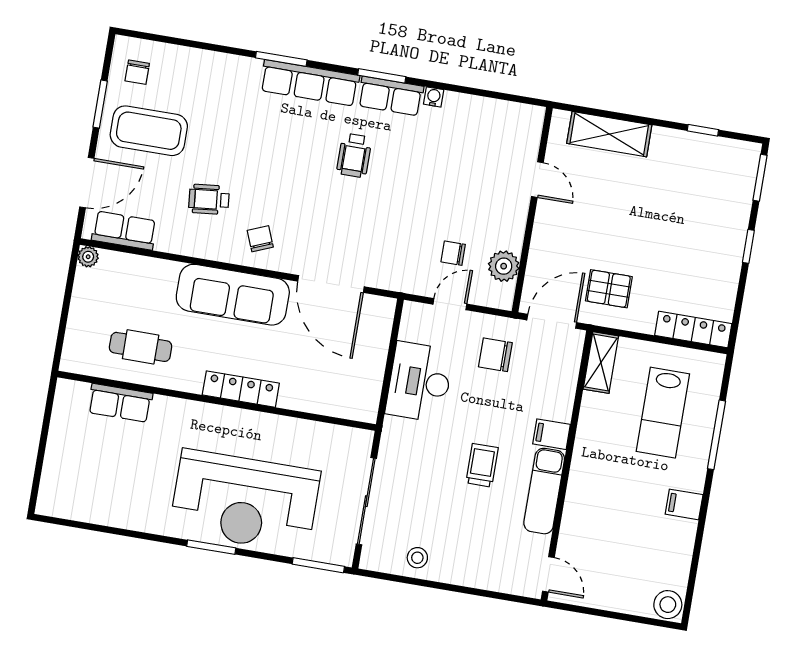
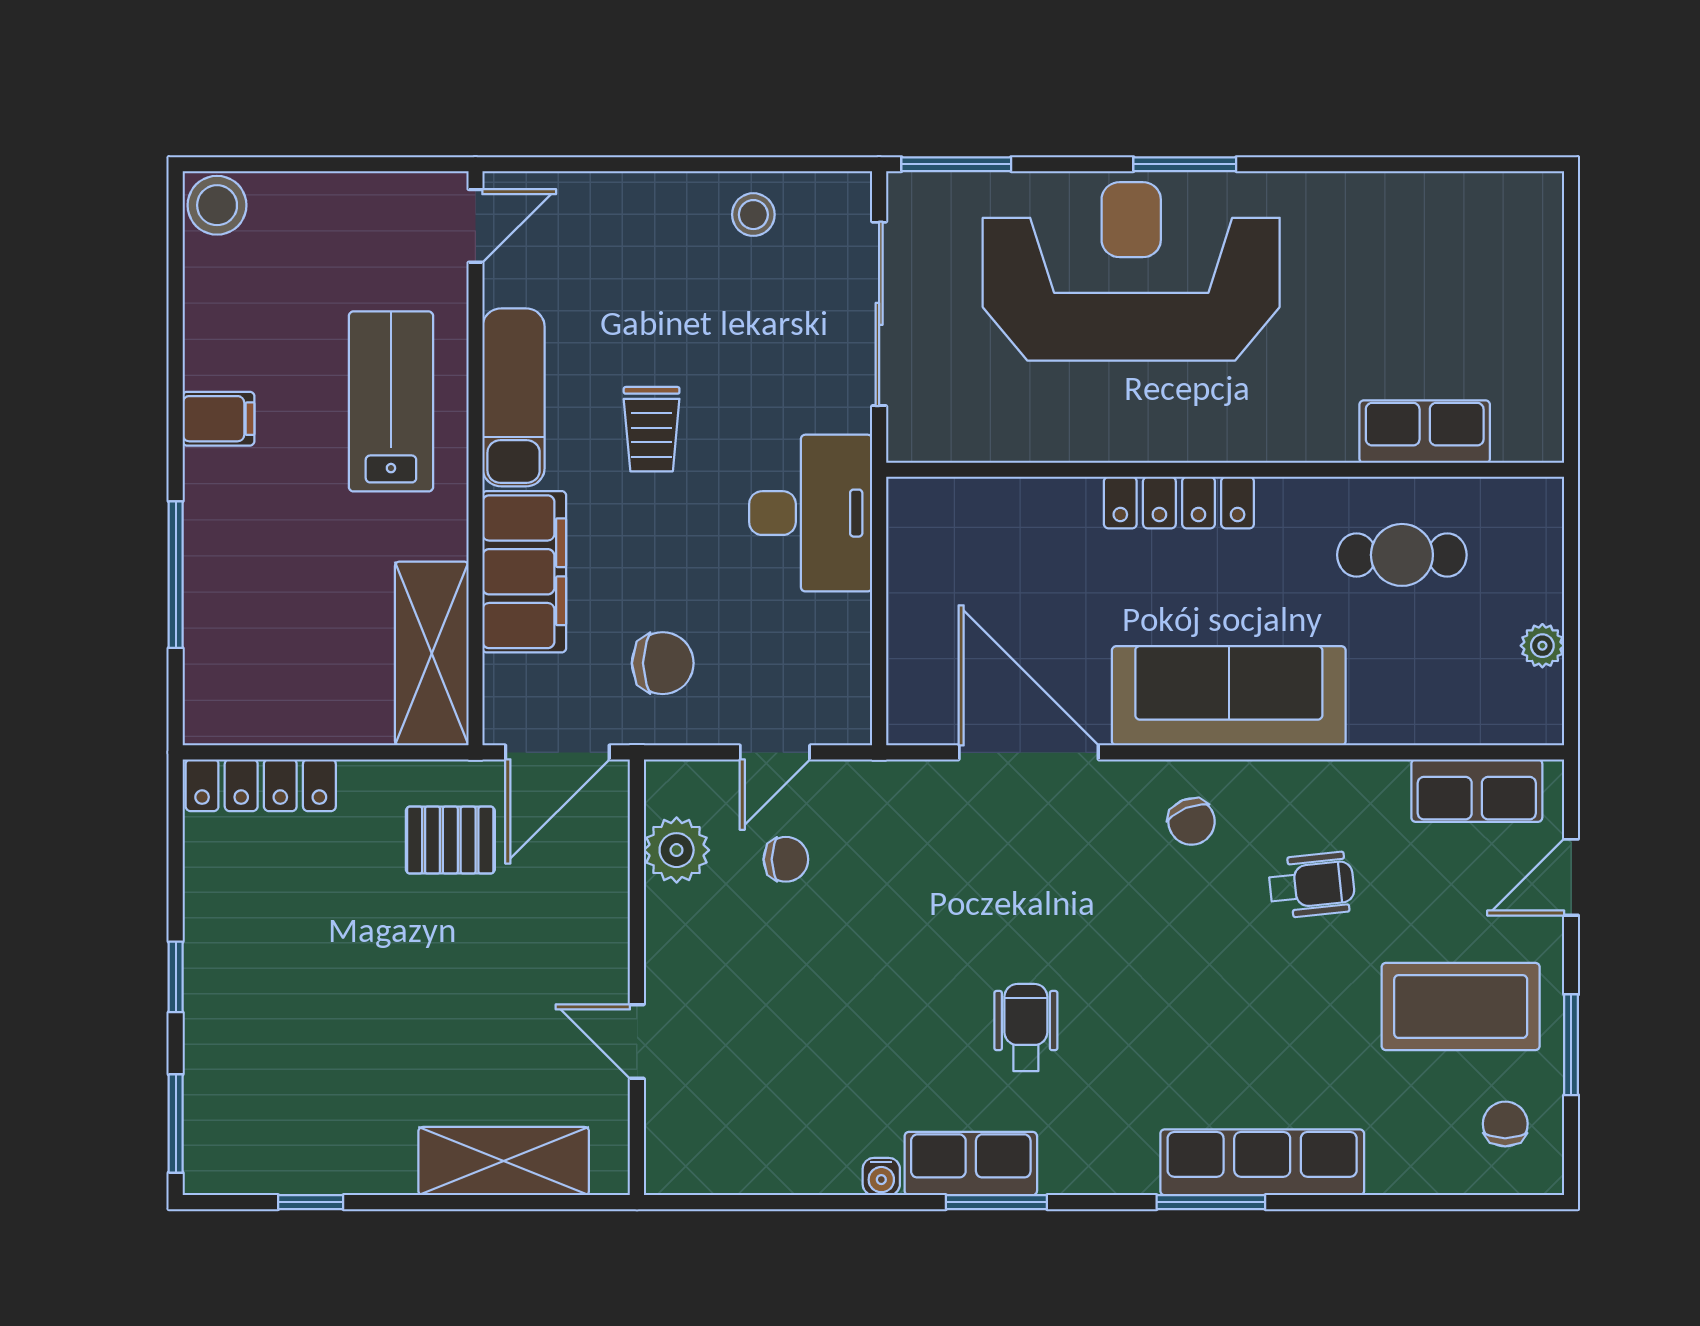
row of seats: (310, 83) -> (1262, 1162), moved
door: (87, 183) -> (1571, 877), width x0.73
plant: (88, 257) -> (1542, 646), moved
shelving: (601, 362) -> (432, 654), width x1.50, depth x1.33
desk: (419, 382) -> (811, 513), moved
lab bench: (663, 413) -> (391, 401), moved
filing cabinet: (551, 434) -> (524, 572), width x3.00, depth x1.17
door: (548, 574) -> (475, 226), swing flipped

